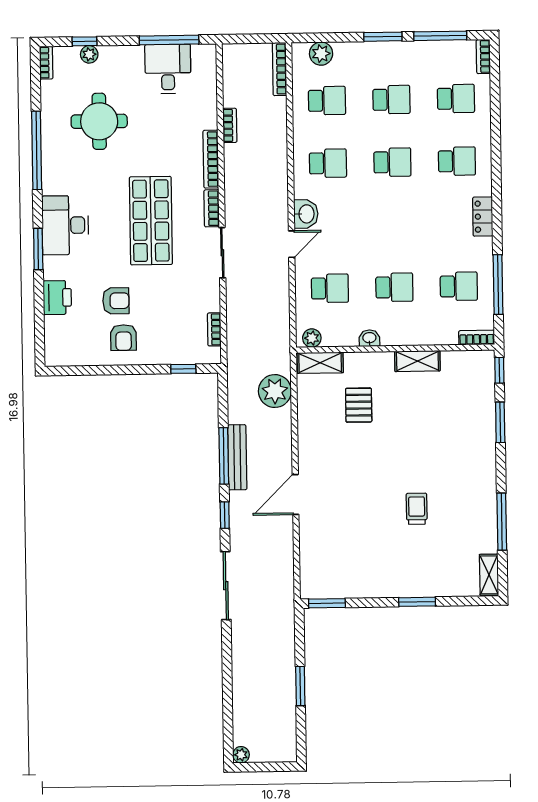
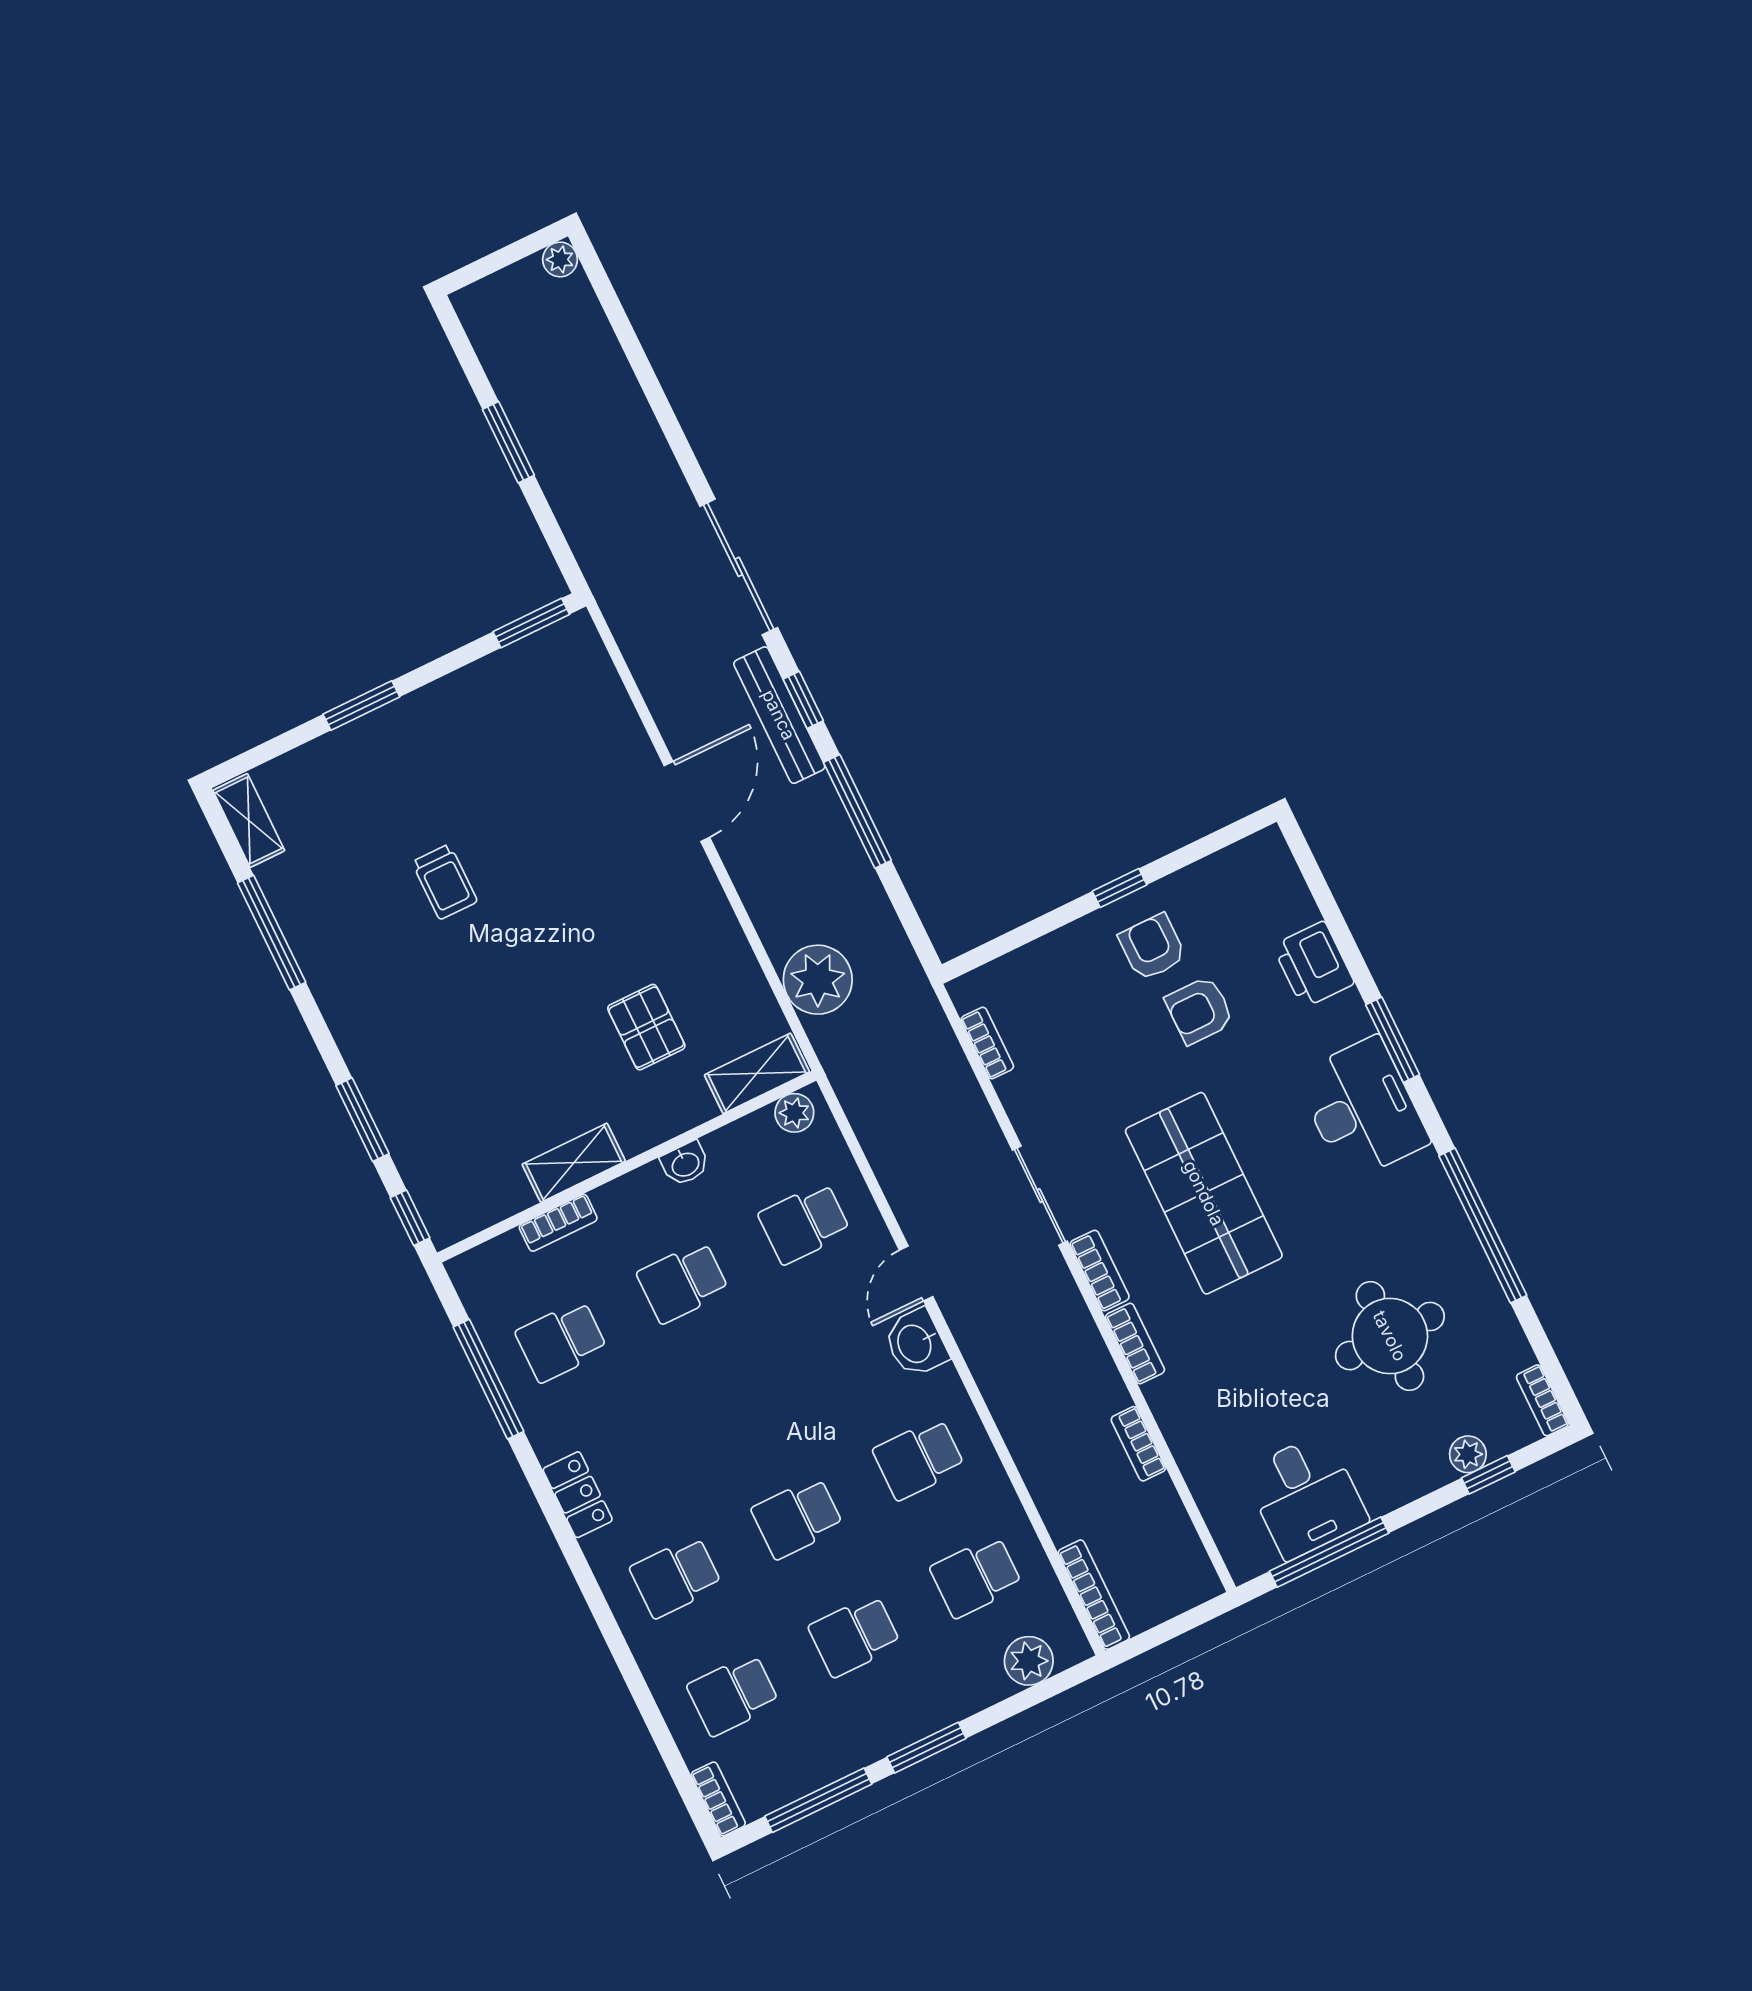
bookcase: (211, 159) -> (1135, 1344), width x0.64
bookcase: (477, 338) -> (558, 1223), moved
window: (183, 369) -> (1120, 888), moved
bench: (237, 457) -> (779, 715), moved

